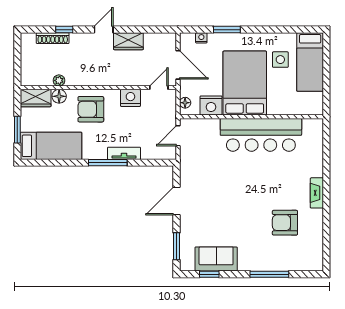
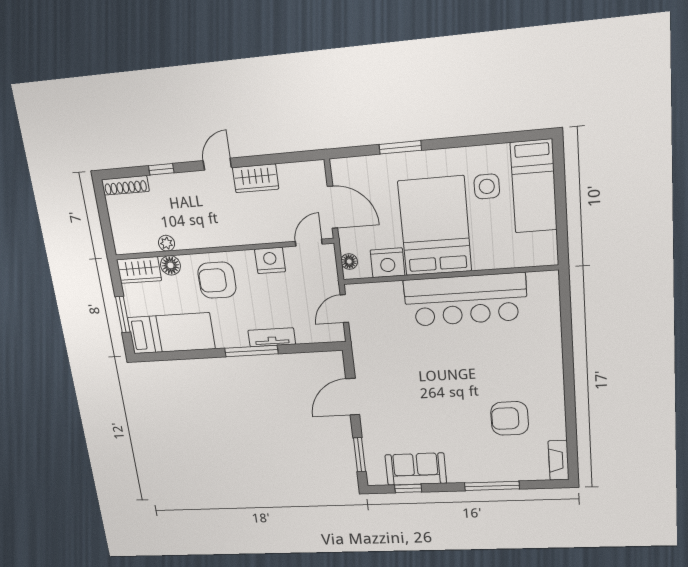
shoe rack: (53, 38) -> (125, 185), moved
nightstand: (201, 38) -> (363, 164), removed
fireplace: (317, 193) -> (559, 460), moved

